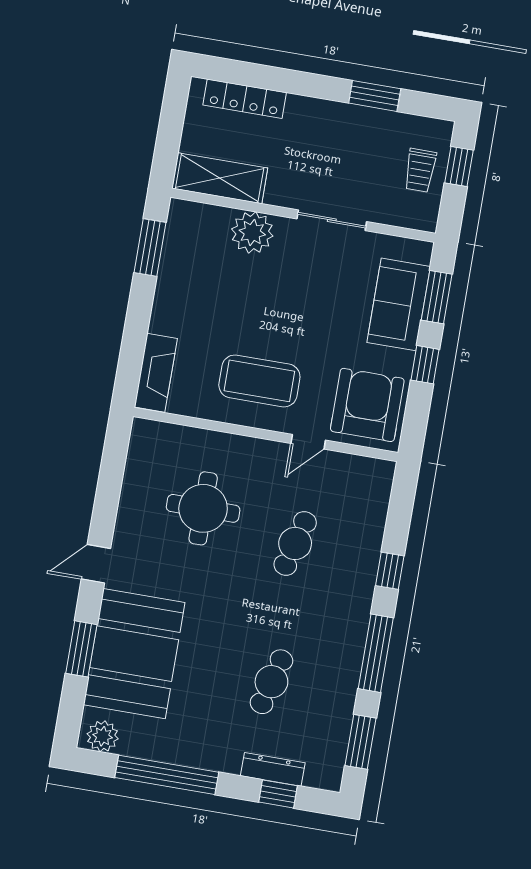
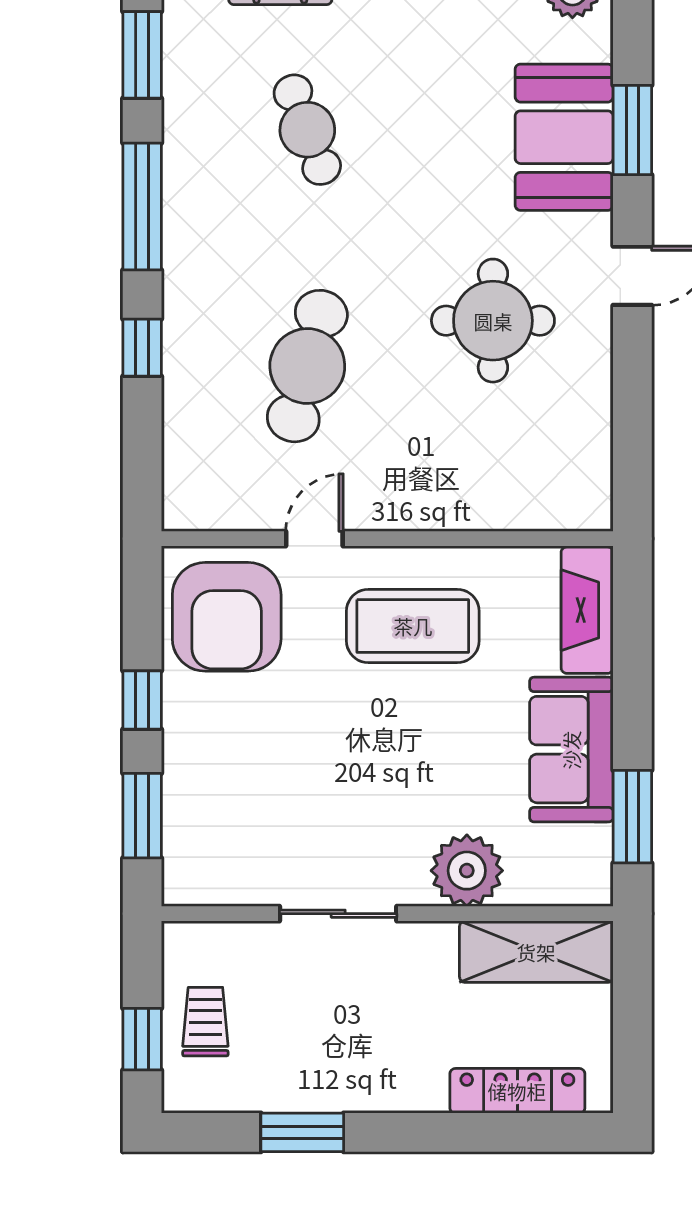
sofa: (399, 304) -> (571, 750), moved, turned 180
round table: (203, 508) -> (493, 321), moved
cafe table: (295, 543) -> (307, 366), width x1.37, depth x1.35
booth: (134, 654) -> (564, 137), width x0.73, depth x0.70
cafe table: (271, 682) -> (307, 130), turned -36

